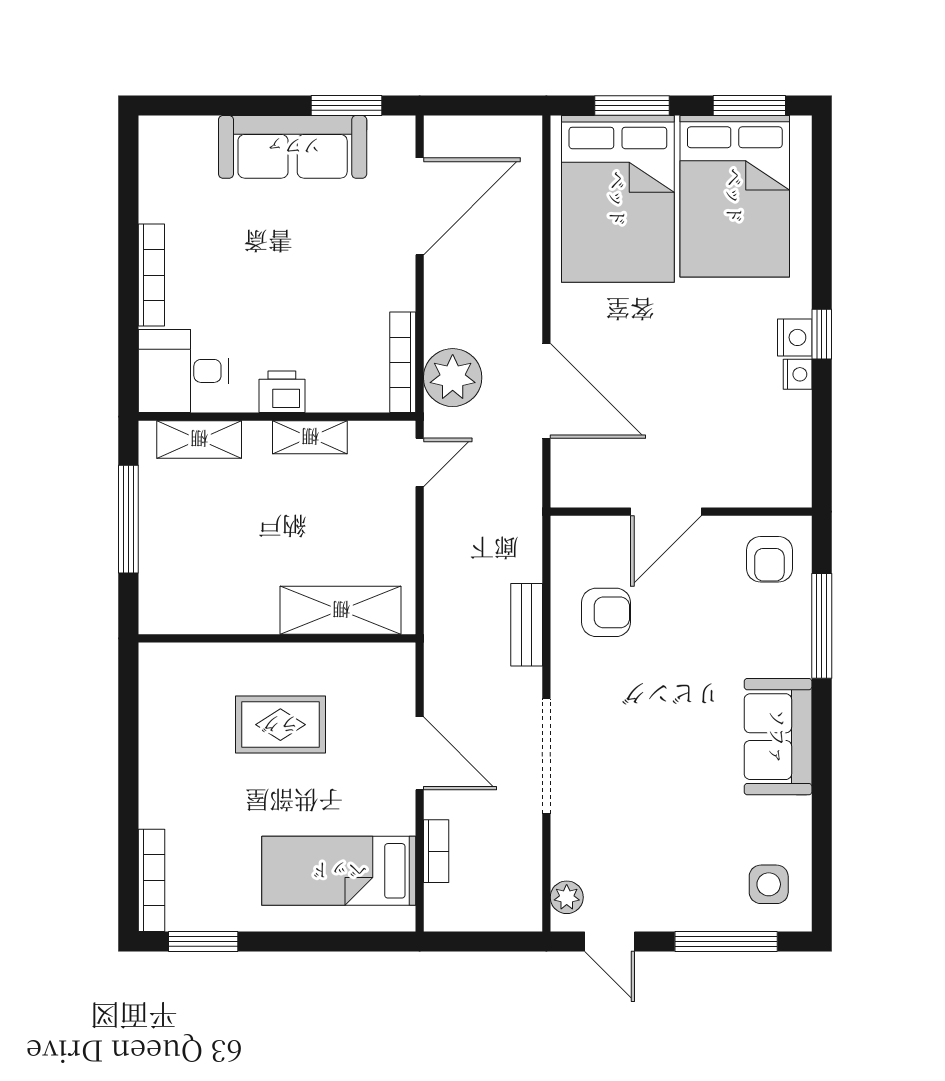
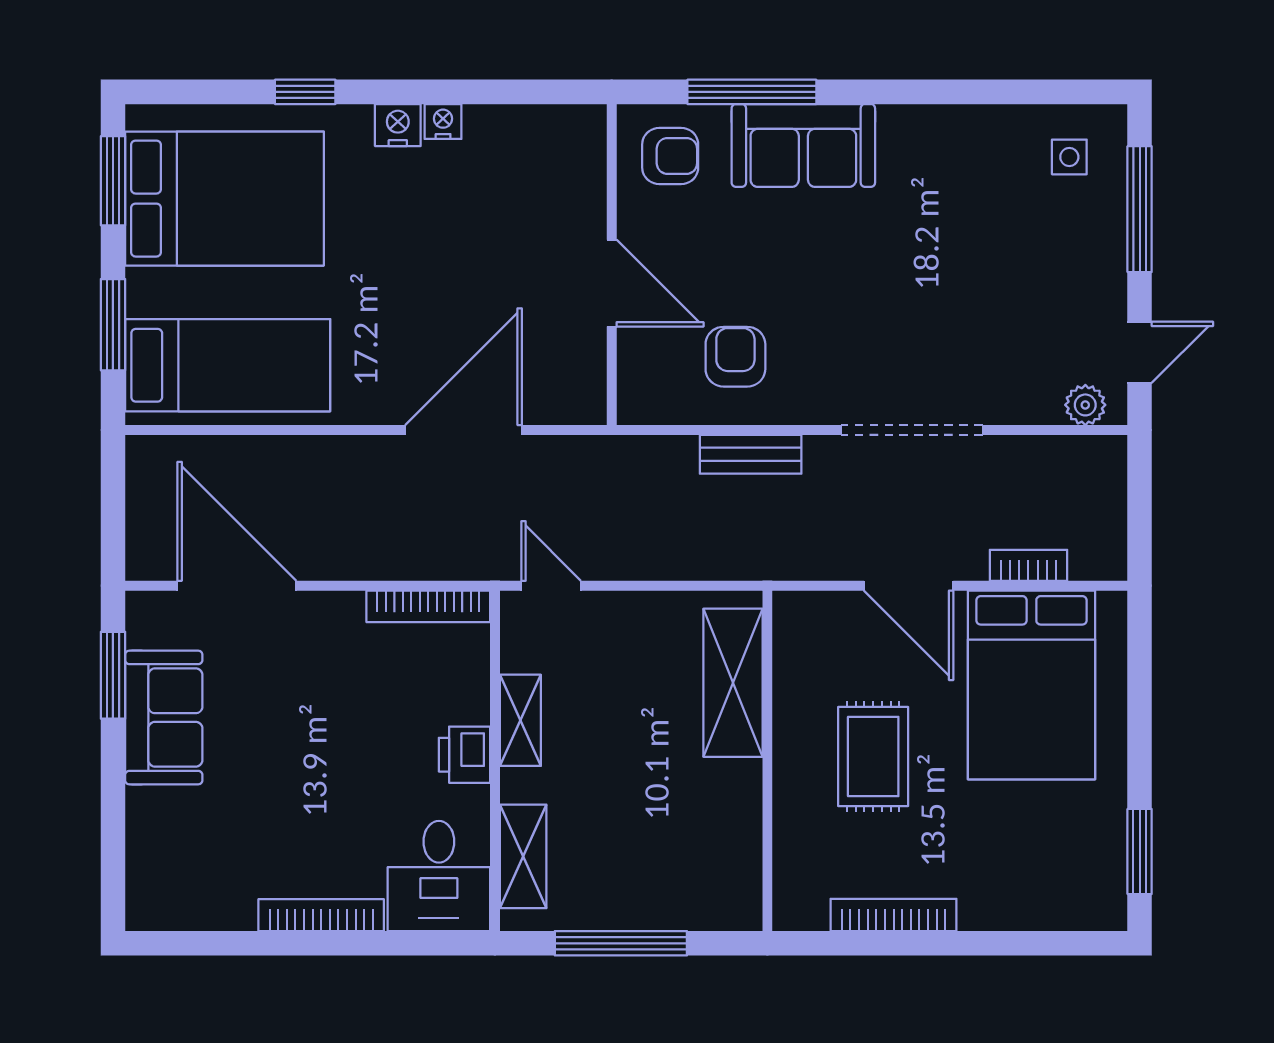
sofa: (293, 147) -> (164, 718), width x0.73
bed: (618, 199) -> (228, 365), width x0.67
window: (822, 334) -> (305, 92), moved
plant: (453, 378) -> (447, 545), removed
sofa: (778, 737) -> (803, 145), moved
door: (420, 753) -> (909, 586), swing flipped
bed: (339, 871) -> (1031, 685), width x1.50
bookcase: (151, 880) -> (894, 915), moved
side table: (769, 884) -> (1069, 157), width x0.73, depth x0.73

